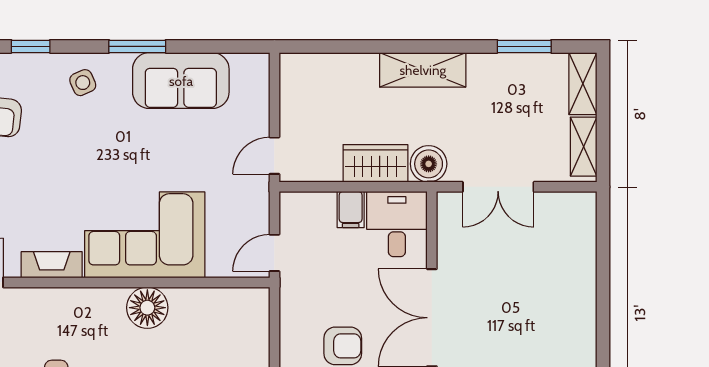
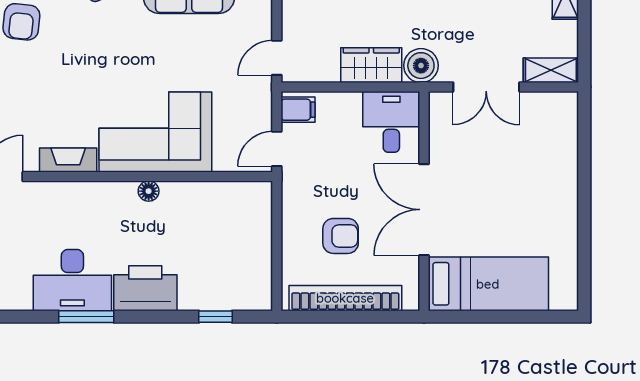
shelving: (584, 147) -> (551, 70), moved, turned 90
filing cabinet: (351, 210) -> (298, 110), moved, turned -90
floor lamp: (147, 308) -> (149, 191), width x0.53, depth x0.53

